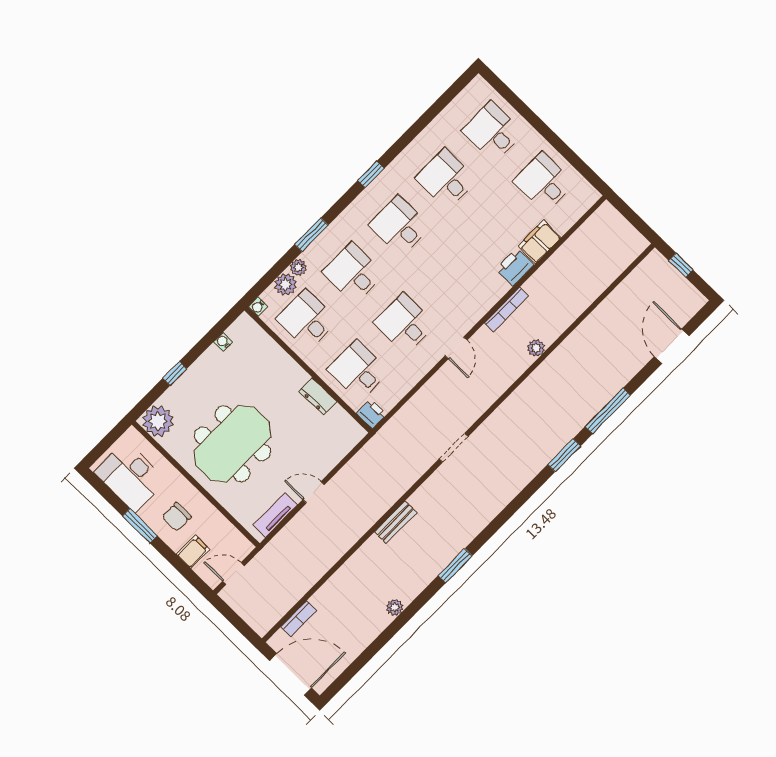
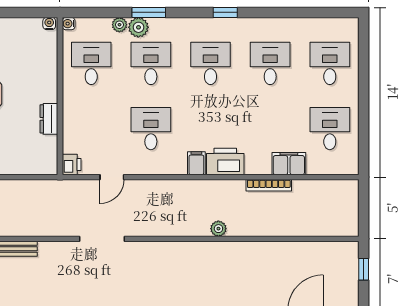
printer: (515, 267) -> (225, 161), moved, width x1.37, depth x1.19
plant: (286, 284) -> (138, 27), moved
bookcase: (507, 309) -> (269, 185), moved
filing cabinet: (467, 314) -> (196, 163), added
water cooler: (223, 342) -> (49, 23), moved
door: (456, 348) -> (112, 177), moved
desk: (358, 370) -> (91, 129), removed
doorway: (454, 448) -> (102, 239), width x1.38

